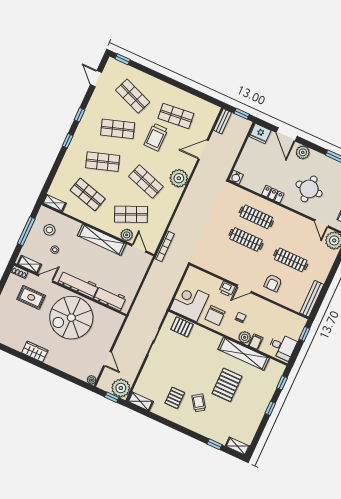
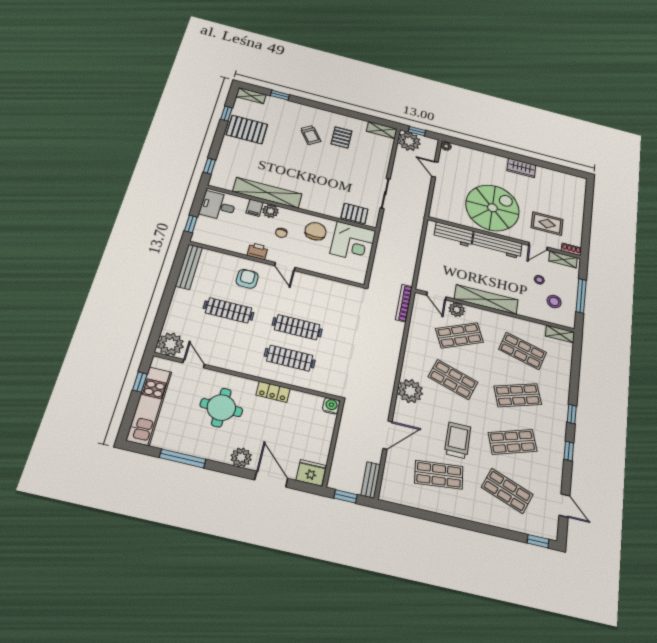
printer: (227, 289) -> (257, 251), moved
door: (244, 289) -> (285, 267), swing flipped
pallet: (227, 385) -> (247, 130), moved, turned 90
window: (270, 408) -> (226, 113), moved

